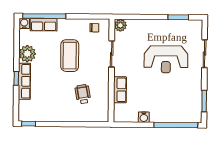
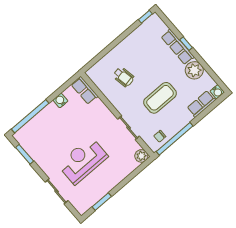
window: (44, 16) -> (175, 139), moved
coffee table: (70, 56) -> (160, 98), turned 90
row of seats: (120, 90) -> (85, 90), moved

